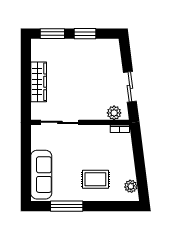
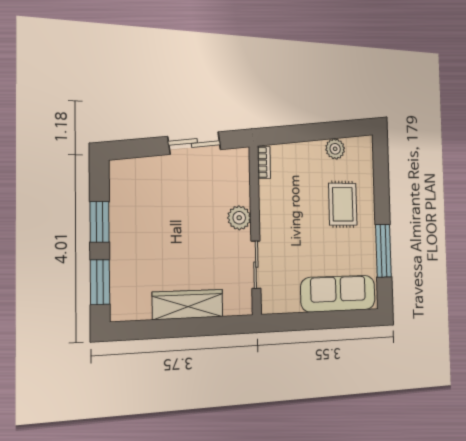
plant: (114, 113) -> (239, 218), moved
sliding door: (60, 122) -> (256, 265), width x0.73
plant: (131, 186) -> (335, 149), moved

